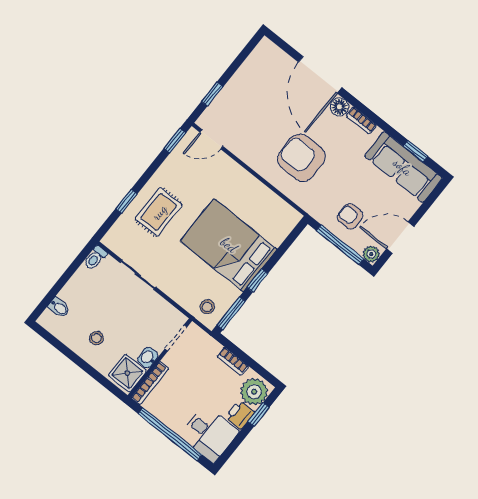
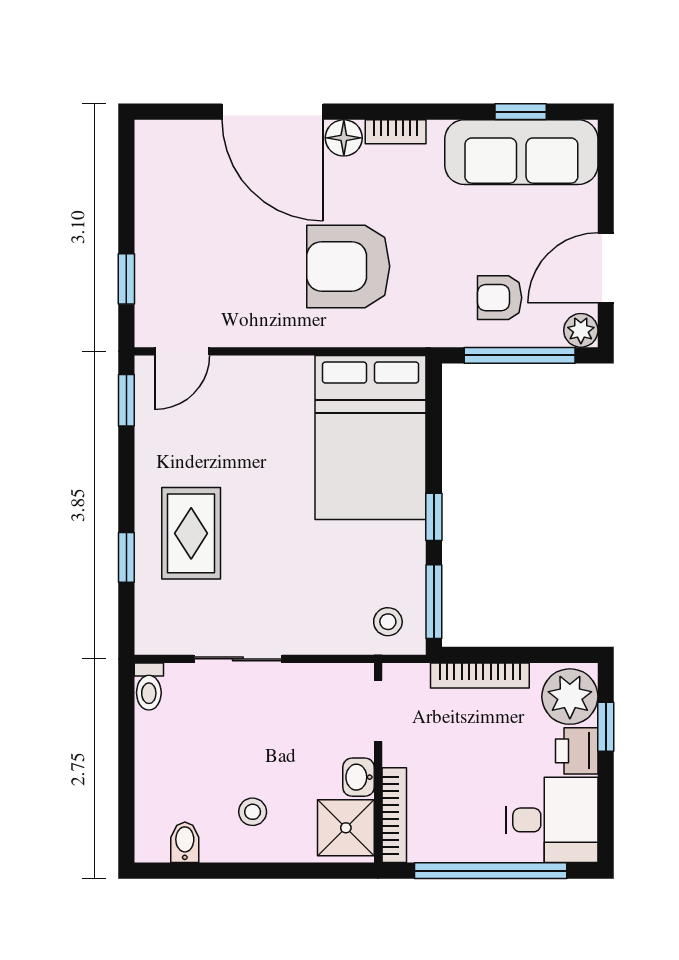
bed: (229, 245) -> (371, 437), moved, turned -90
bidet: (59, 308) -> (185, 842), moved, turned -90
bookcase: (233, 361) -> (480, 676), width x1.56

